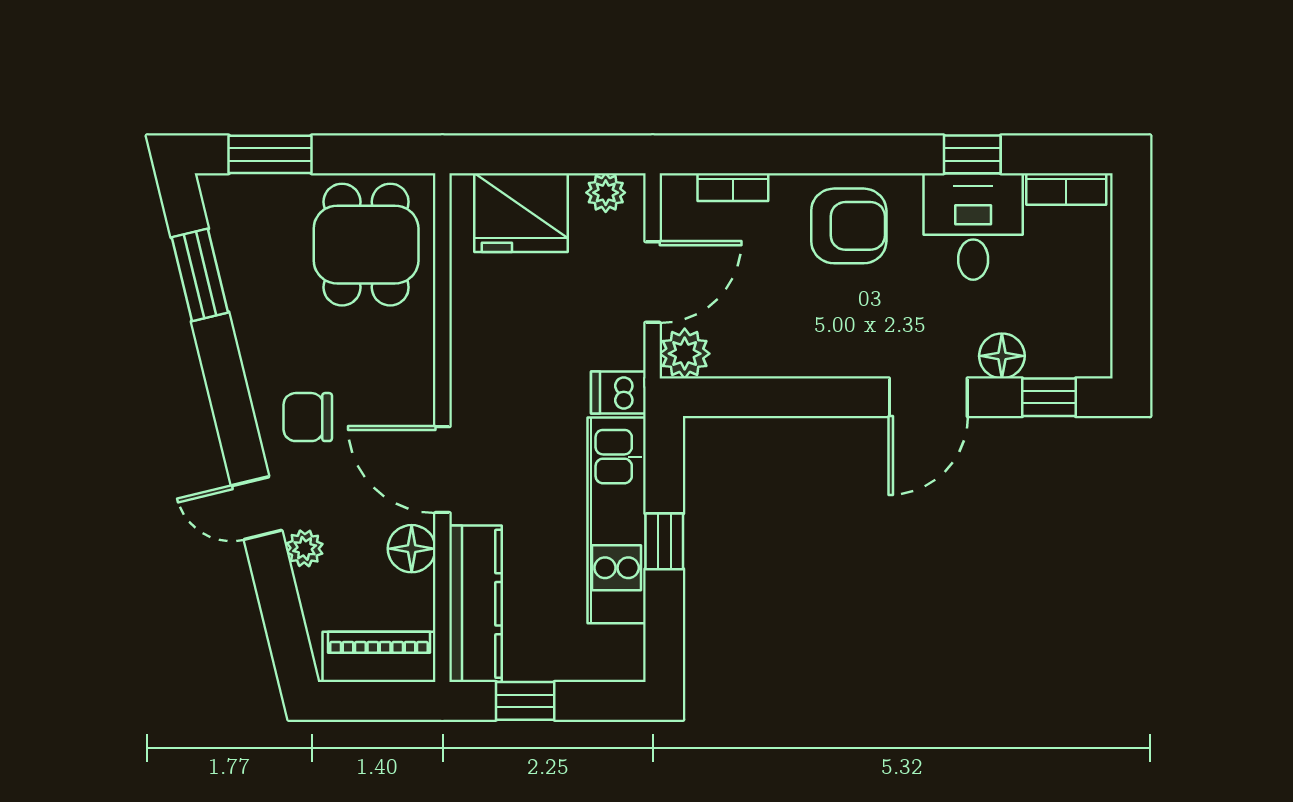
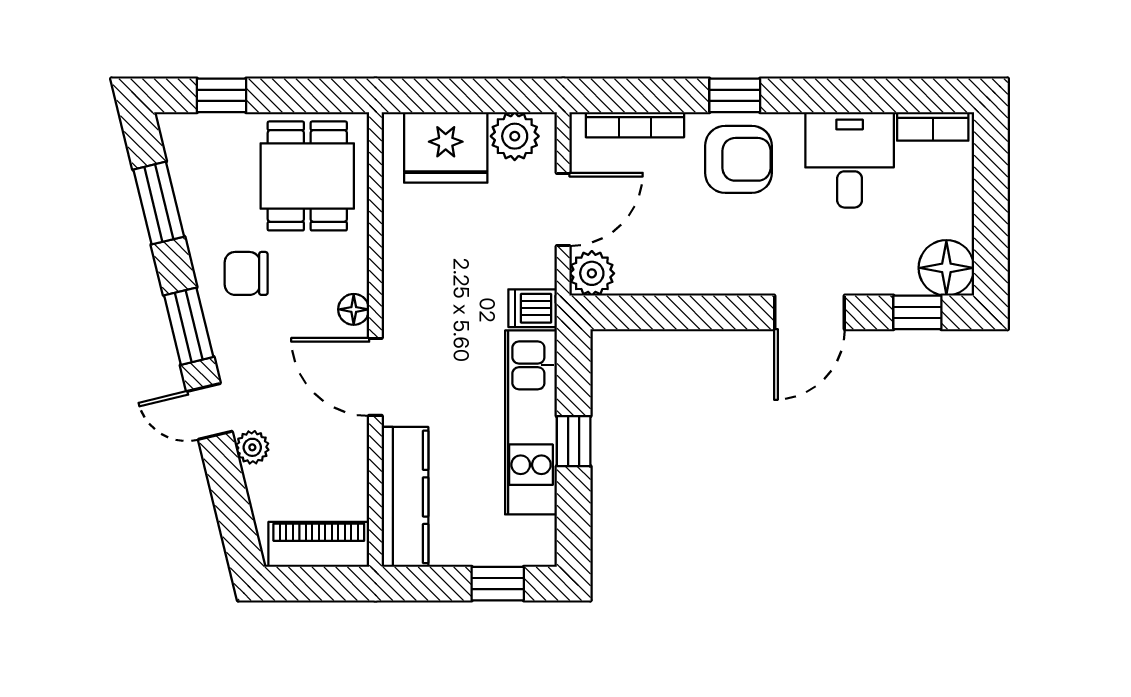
window: (270, 154) -> (221, 95), width x0.67
window: (972, 154) -> (735, 95), moved
bookcase: (733, 187) -> (635, 125), width x1.56
plant: (606, 193) -> (515, 136), width x1.38, depth x1.38
floor lamp: (1002, 356) -> (946, 268), moved, width x1.38, depth x1.38
window: (233, 413) -> (189, 326), added
chair: (308, 417) -> (246, 273), moved
floor lamp: (412, 549) -> (354, 309), moved, width x0.73, depth x0.73
window: (525, 701) -> (498, 584), moved

